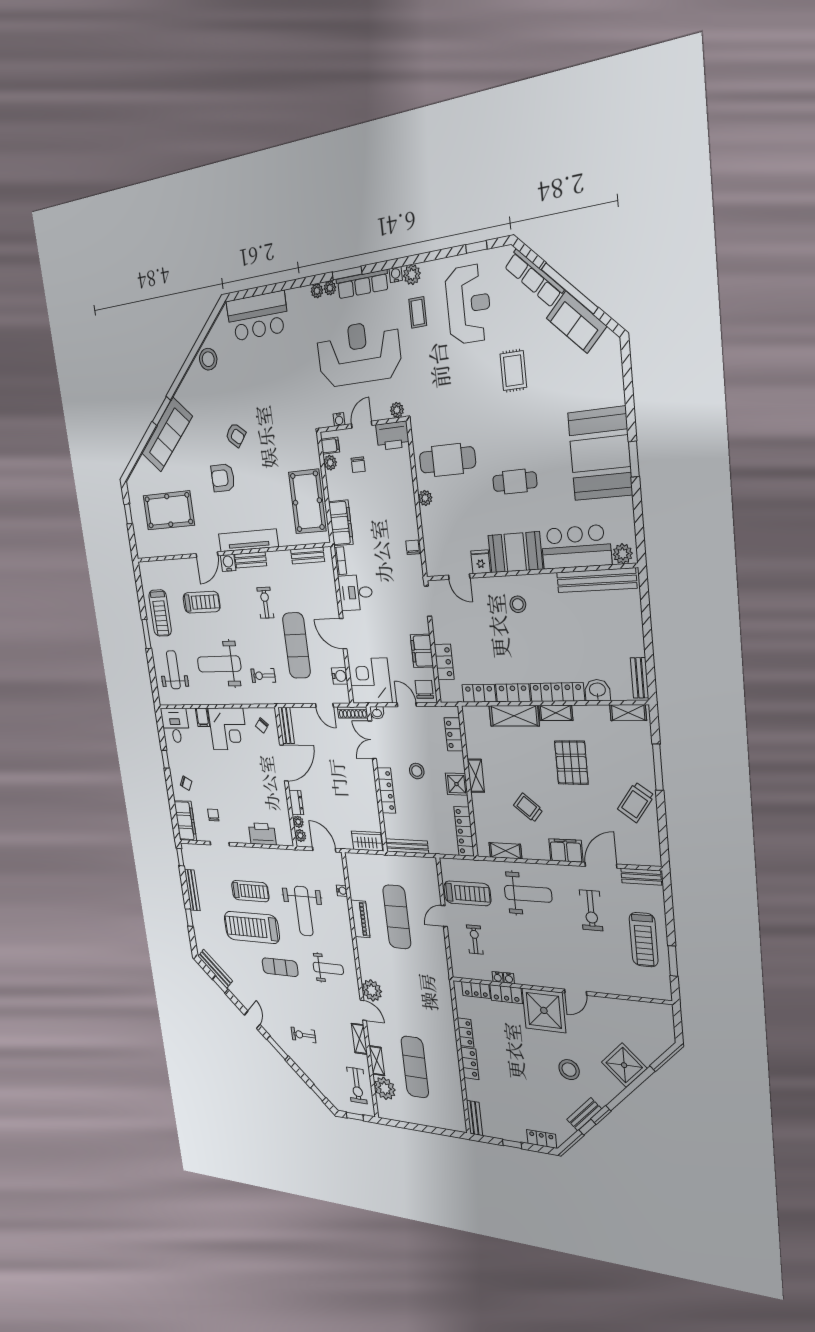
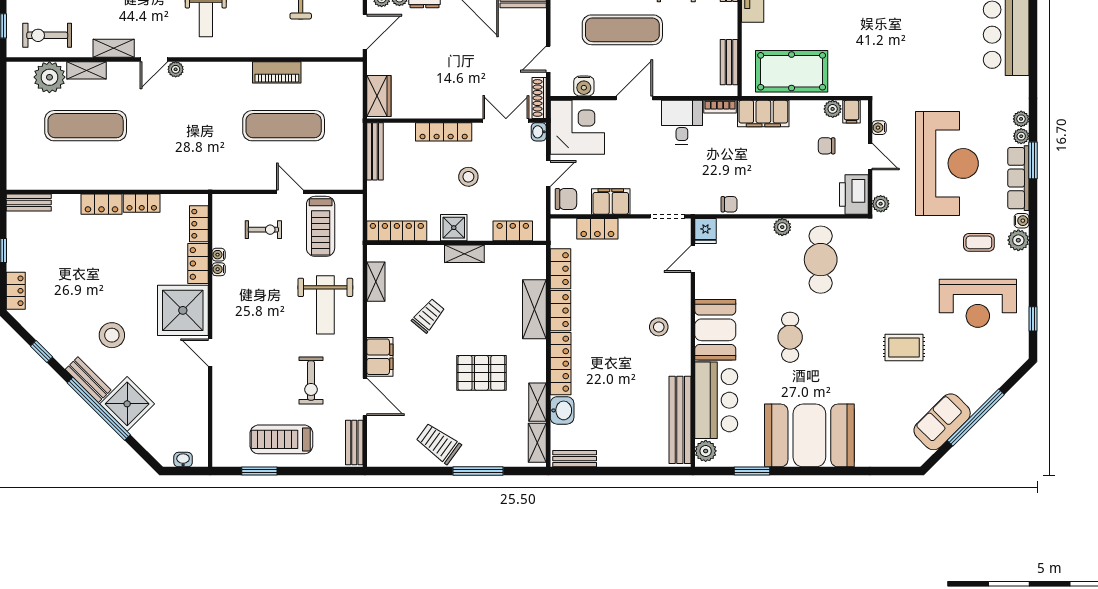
row of seats: (534, 278) -> (992, 380), removed
window: (634, 459) -> (752, 471), moved
fridge: (481, 562) -> (705, 231), moved, turned 90
shelving: (556, 713) -> (538, 402), moved
water cooler: (342, 891) -> (312, 50), removed
exercise bike: (591, 910) -> (311, 380), turned -90
plant: (372, 990) -> (176, 69), width x0.53, depth x0.53
washbasin: (668, 1025) -> (183, 460), added
bench: (584, 1114) -> (88, 380), moved

